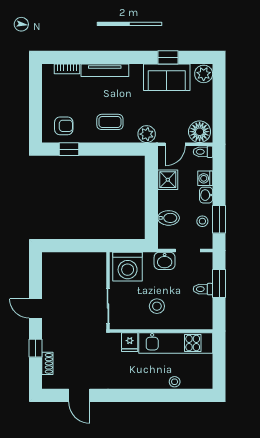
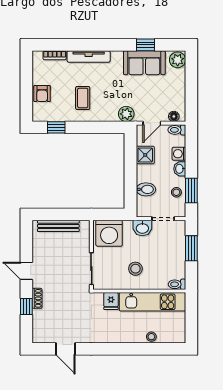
coffee table: (110, 122) -> (83, 98), moved, turned 90
armchair: (64, 126) -> (42, 94), moved, turned 90
floor lamp: (200, 132) -> (174, 116), width x0.53, depth x0.53
bench: (71, 259) -> (58, 226), added
toilet: (203, 289) -> (177, 284), moved
shoe rack: (47, 363) -> (37, 298), moved

